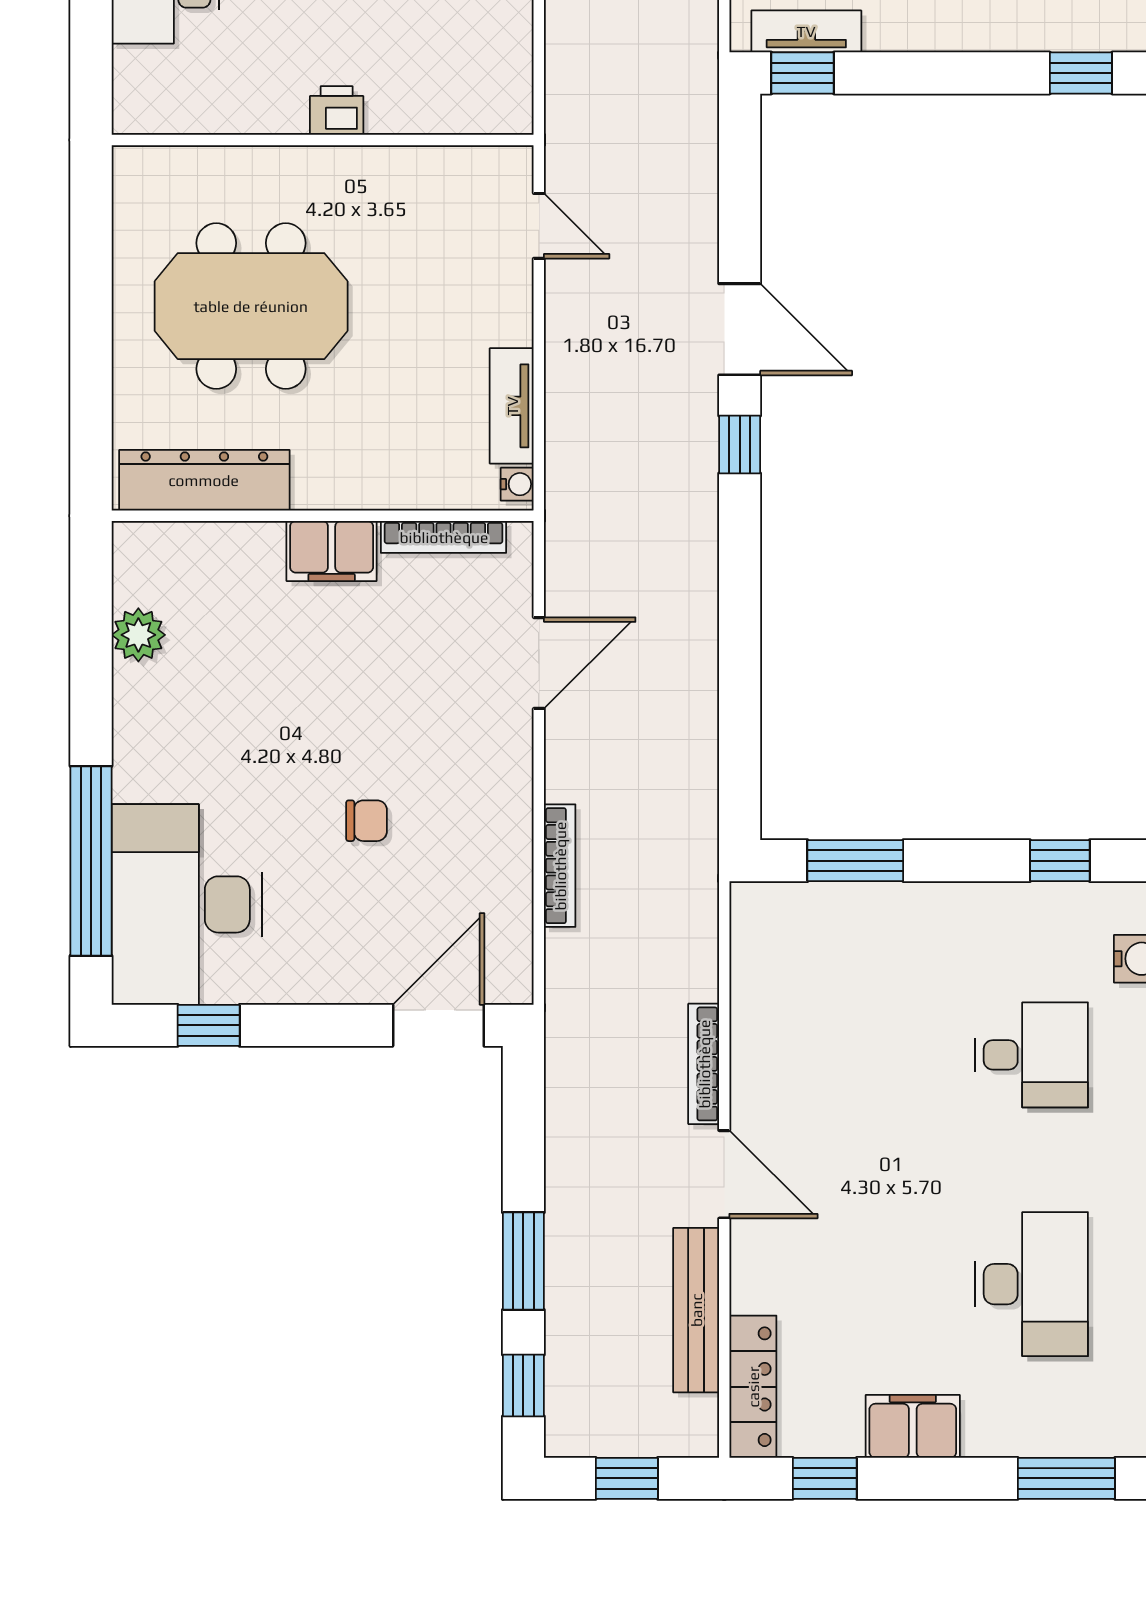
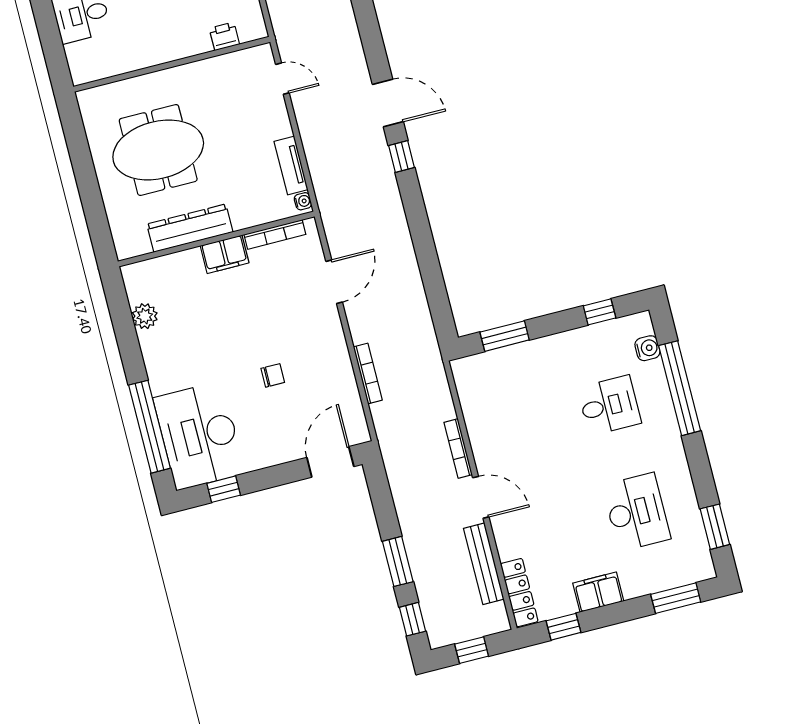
printer: (337, 111) -> (224, 36), moved
dresser: (204, 480) -> (190, 228), moved

